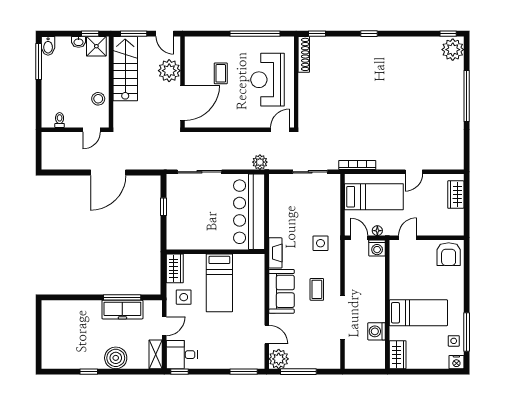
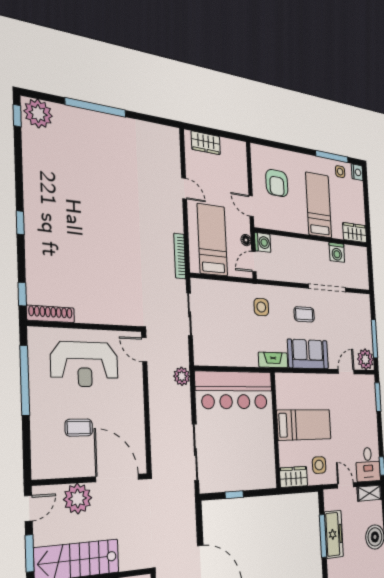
armchair: (449, 254) -> (277, 183), moved, turned 90

